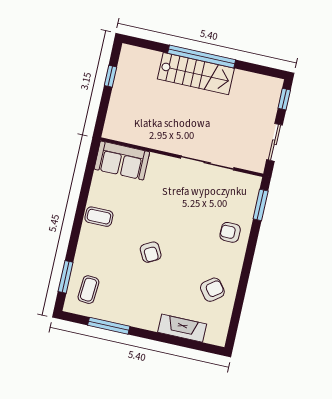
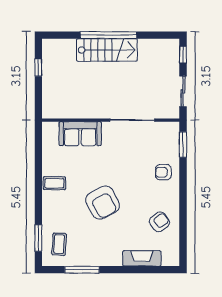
sofa: (122, 160) -> (80, 134), moved
armchair: (151, 252) -> (103, 203), width x1.88, depth x1.88

